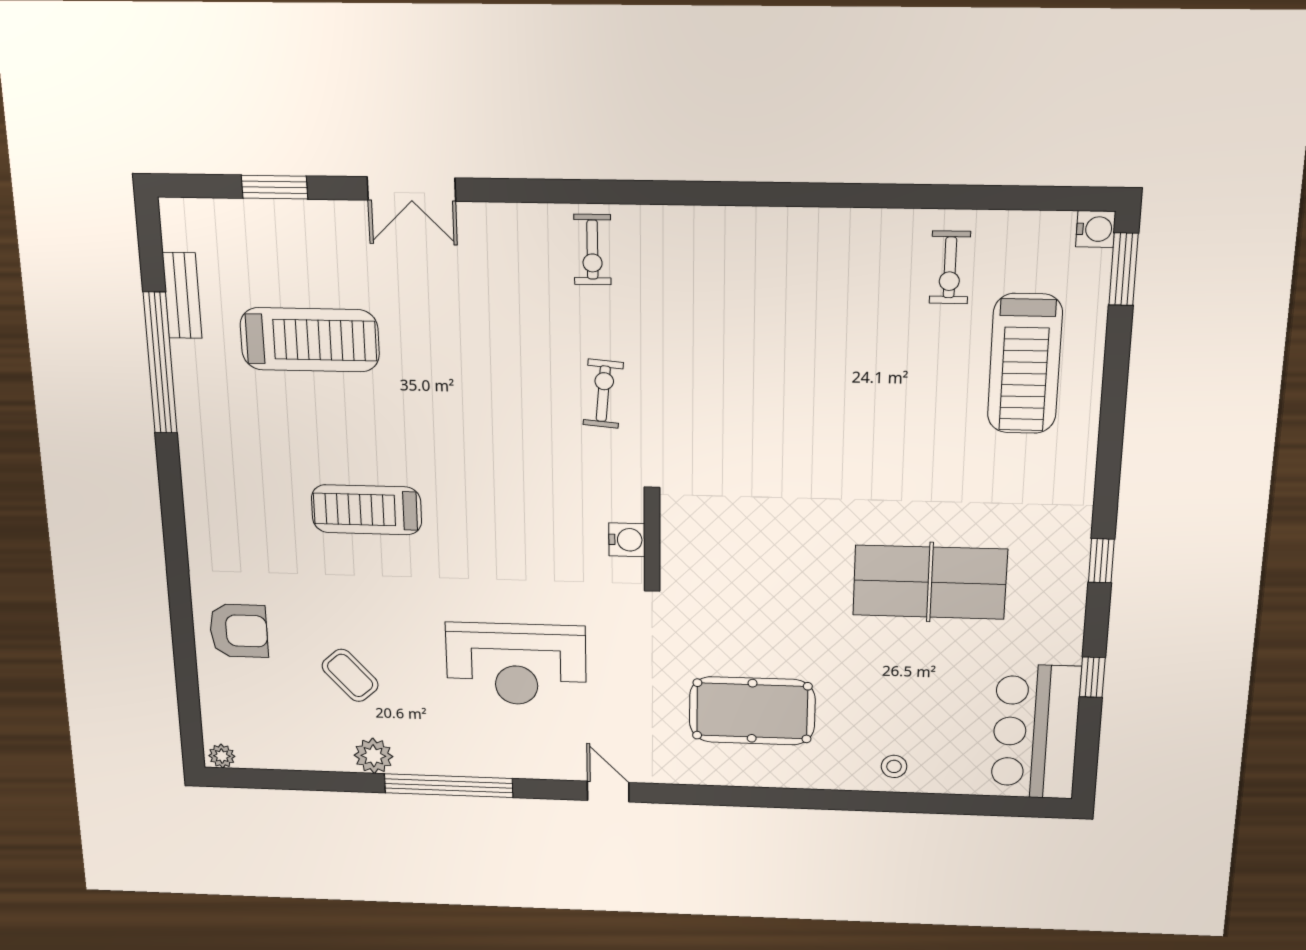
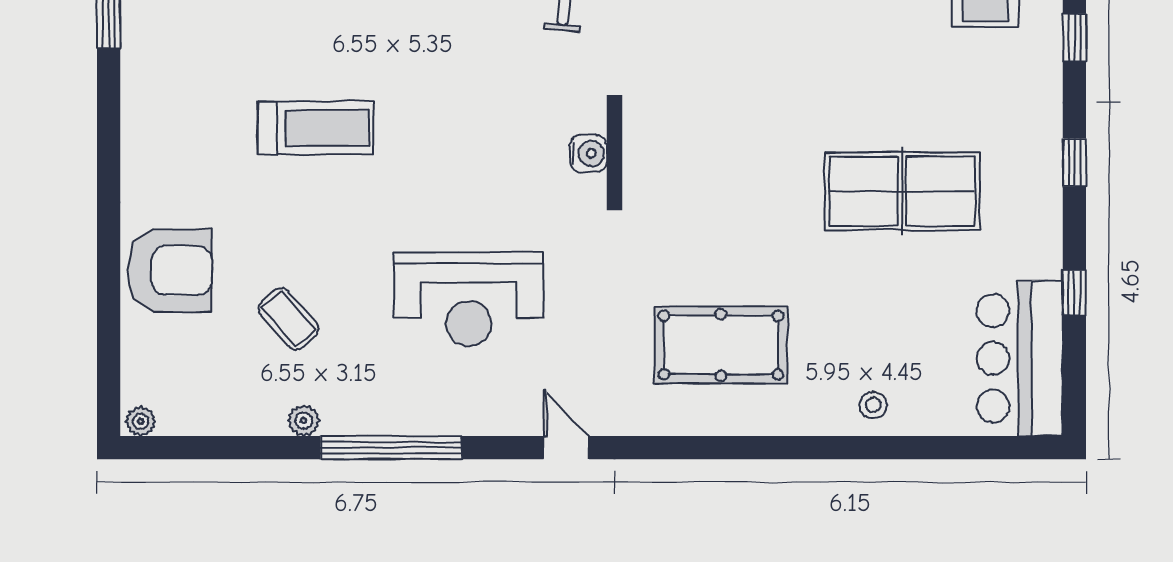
window: (1110, 445) -> (1074, 38), added
treadmill: (366, 510) -> (316, 128), turned 180
armchair: (239, 631) -> (170, 270), width x1.36, depth x1.36
plant: (373, 756) -> (304, 420), width x0.73, depth x0.73

